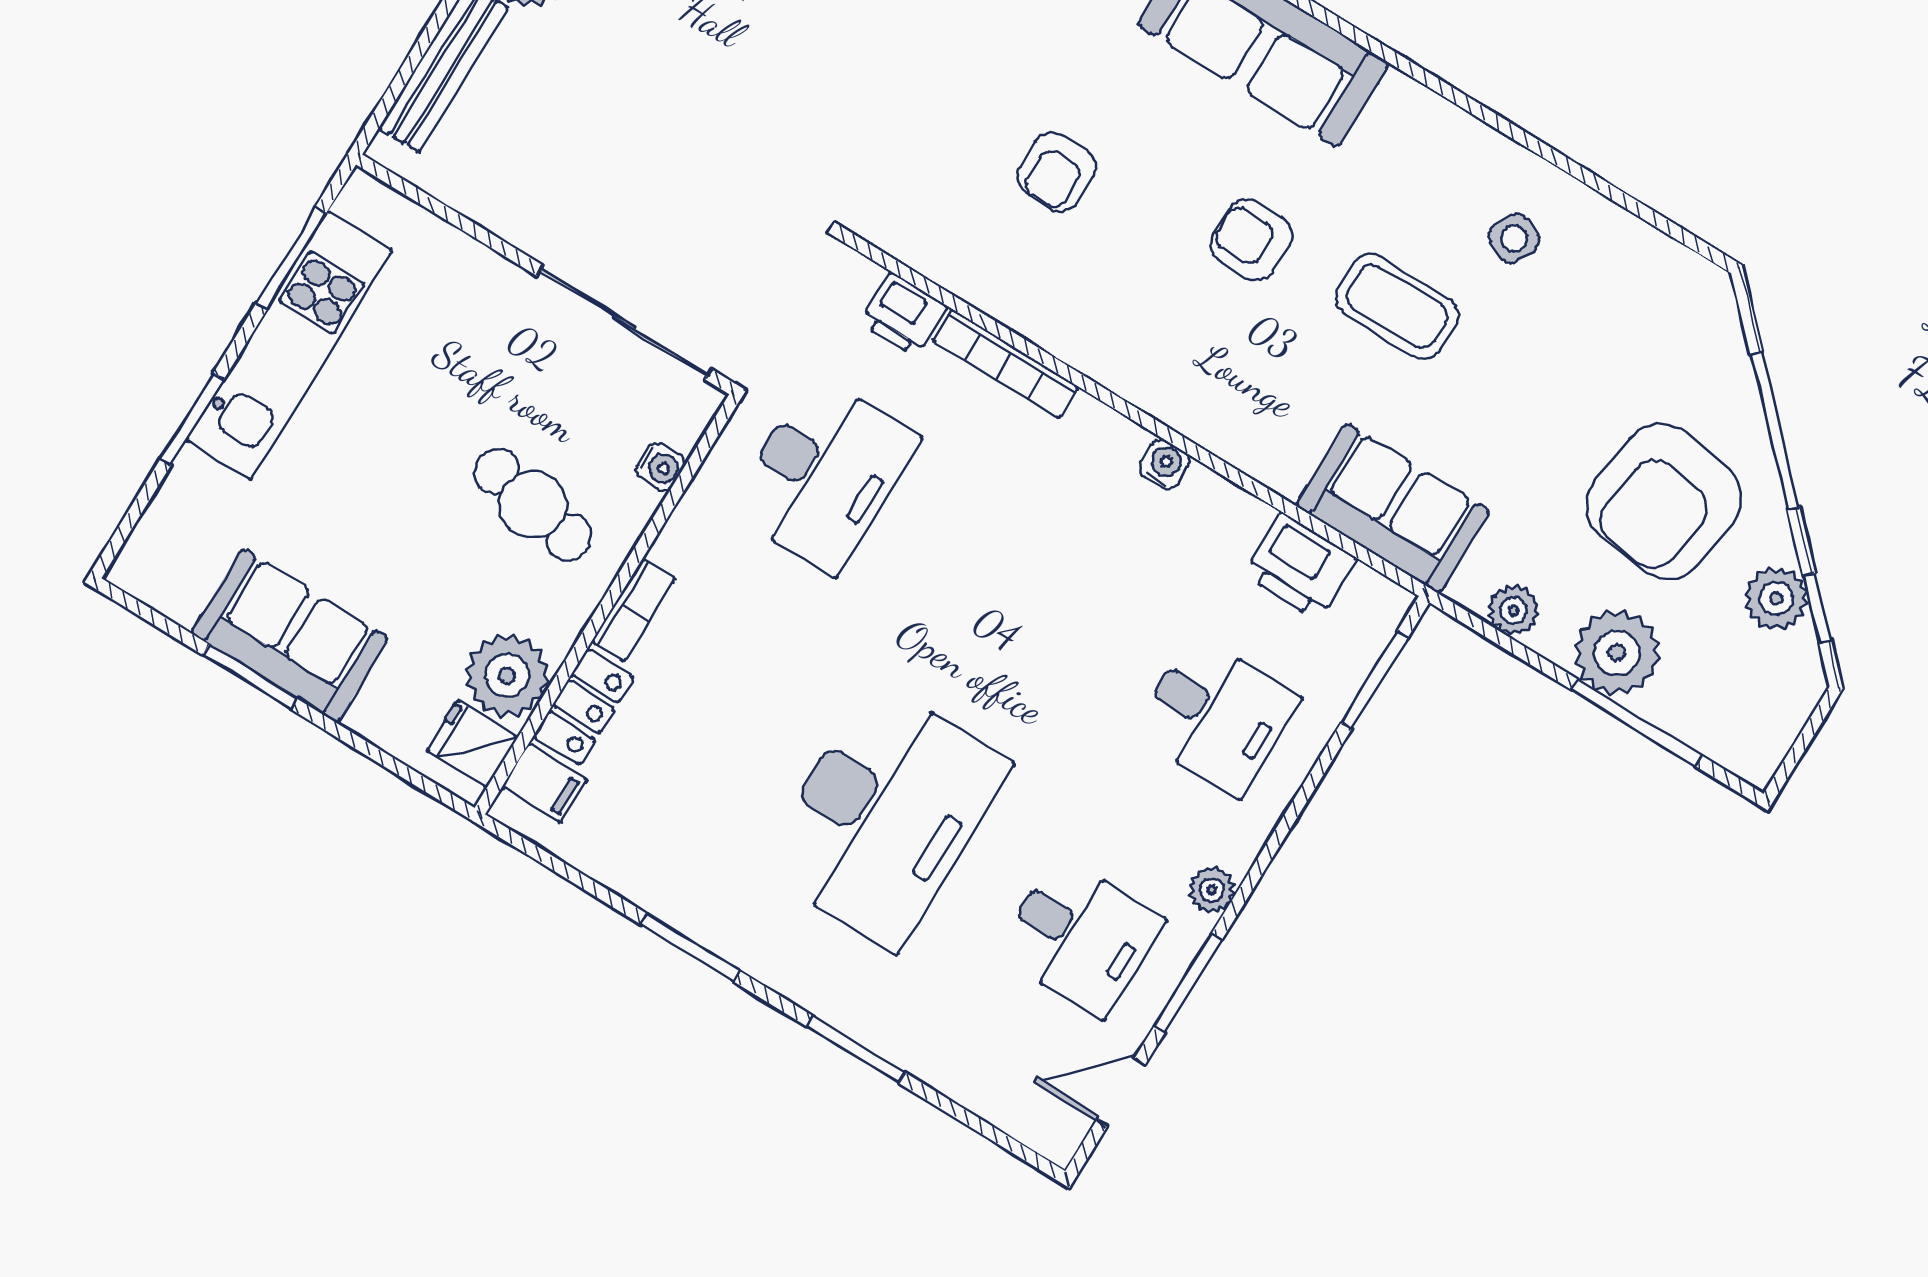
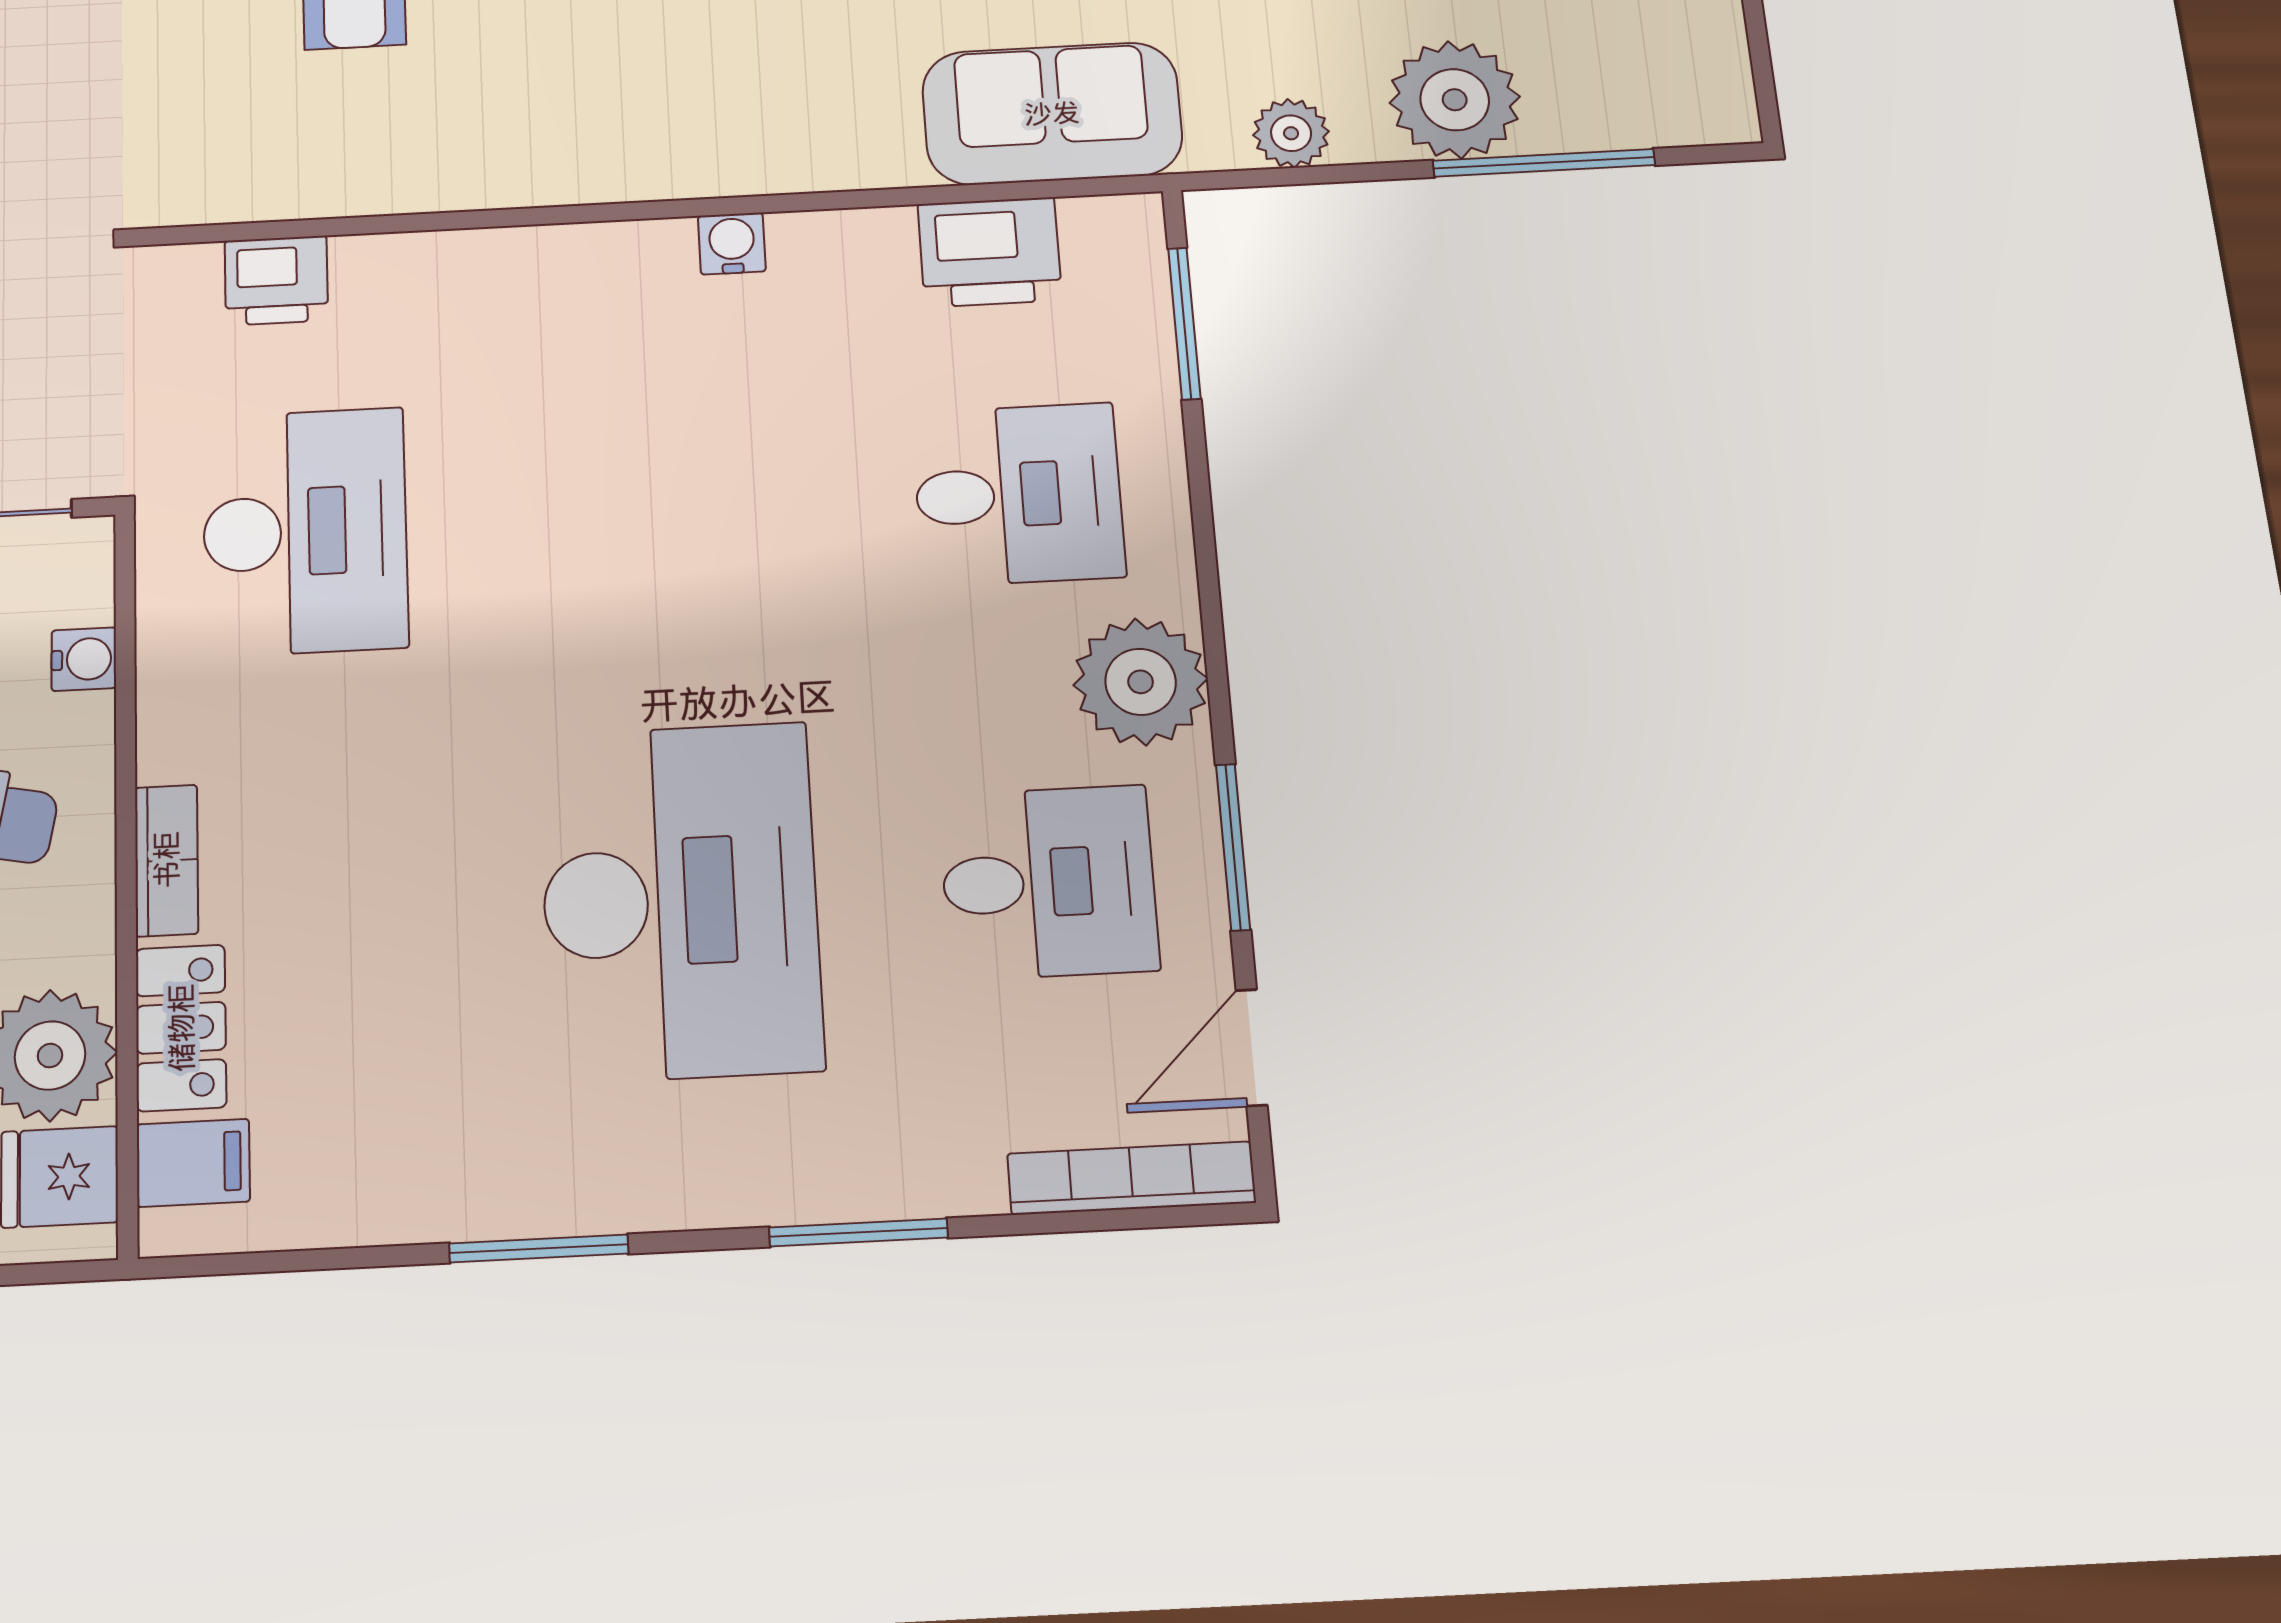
bookcase: (1006, 364) -> (1131, 1178), moved, turned 180
plant: (1212, 890) -> (1141, 682), width x1.87, depth x1.87

